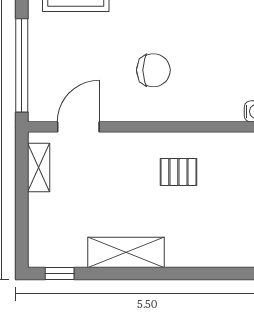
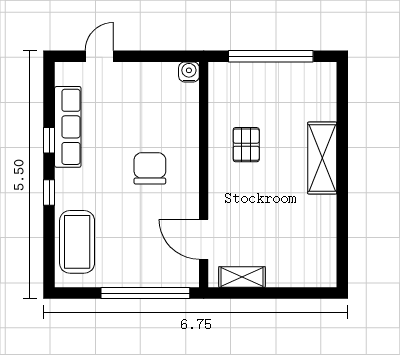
shelving: (126, 252) -> (322, 158), moved
window: (60, 274) -> (342, 257), removed

